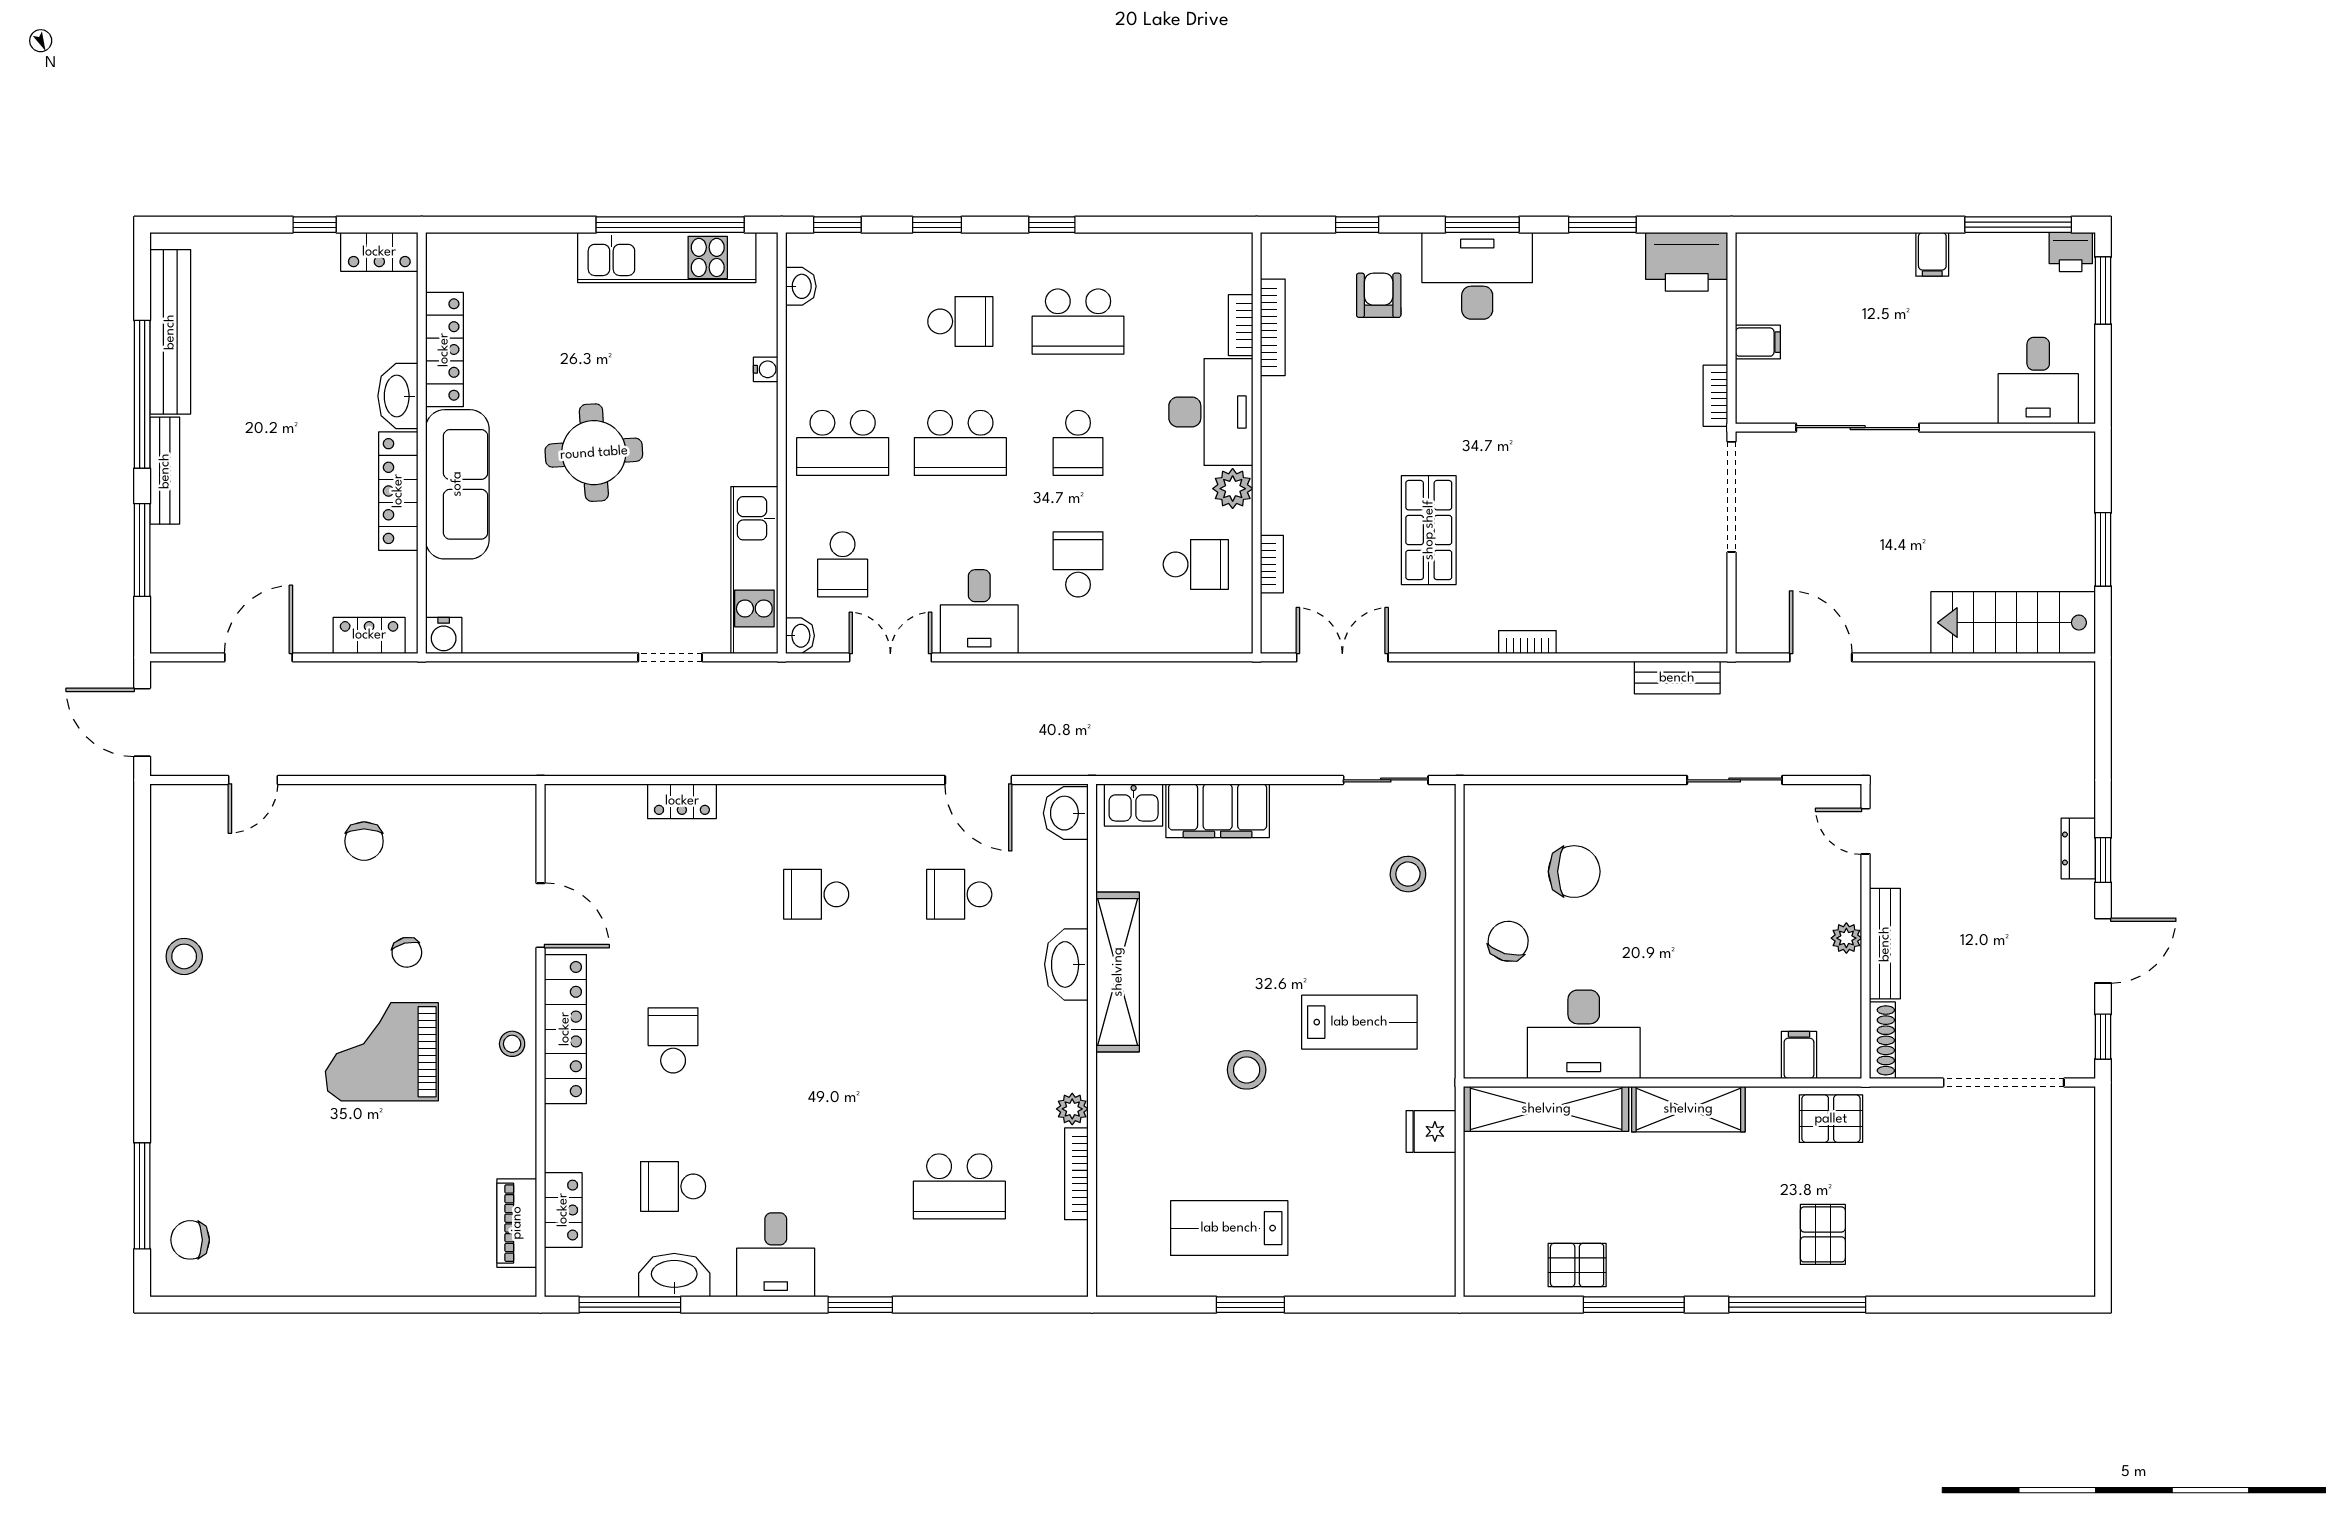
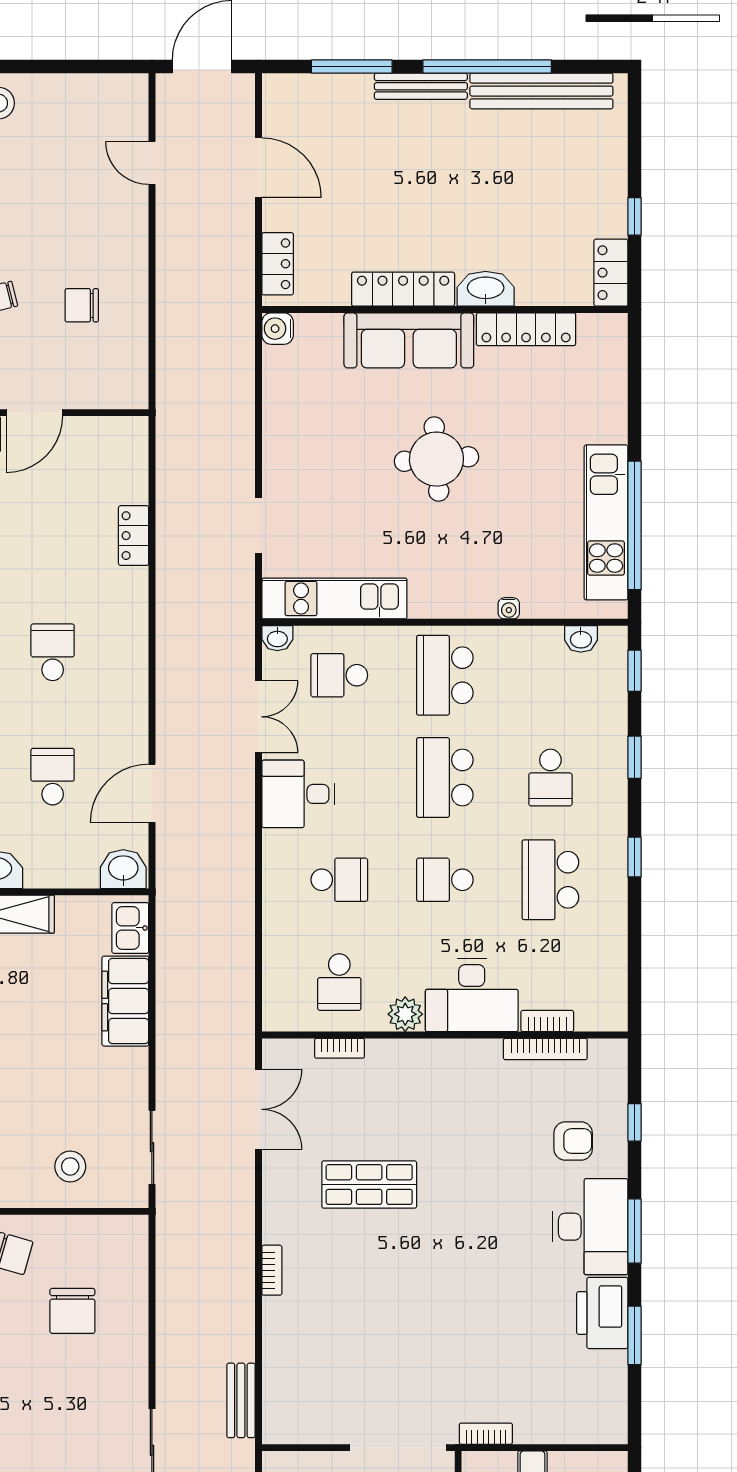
printer: (1687, 262) -> (602, 1313), moved
chair: (364, 841) -> (82, 305), moved

